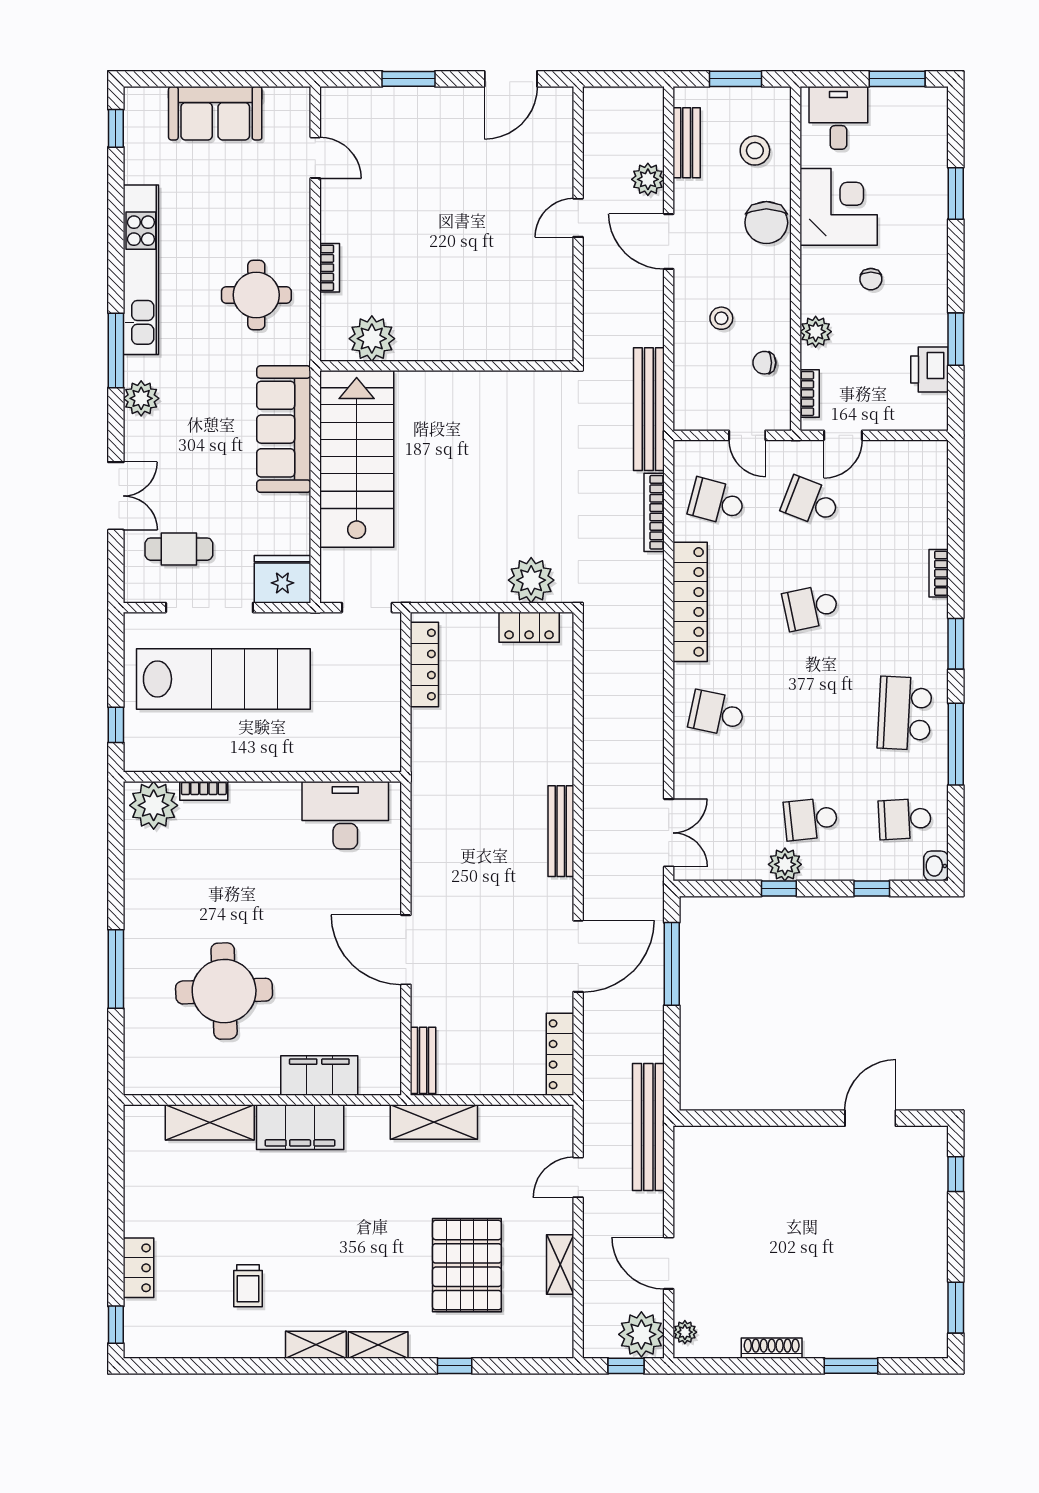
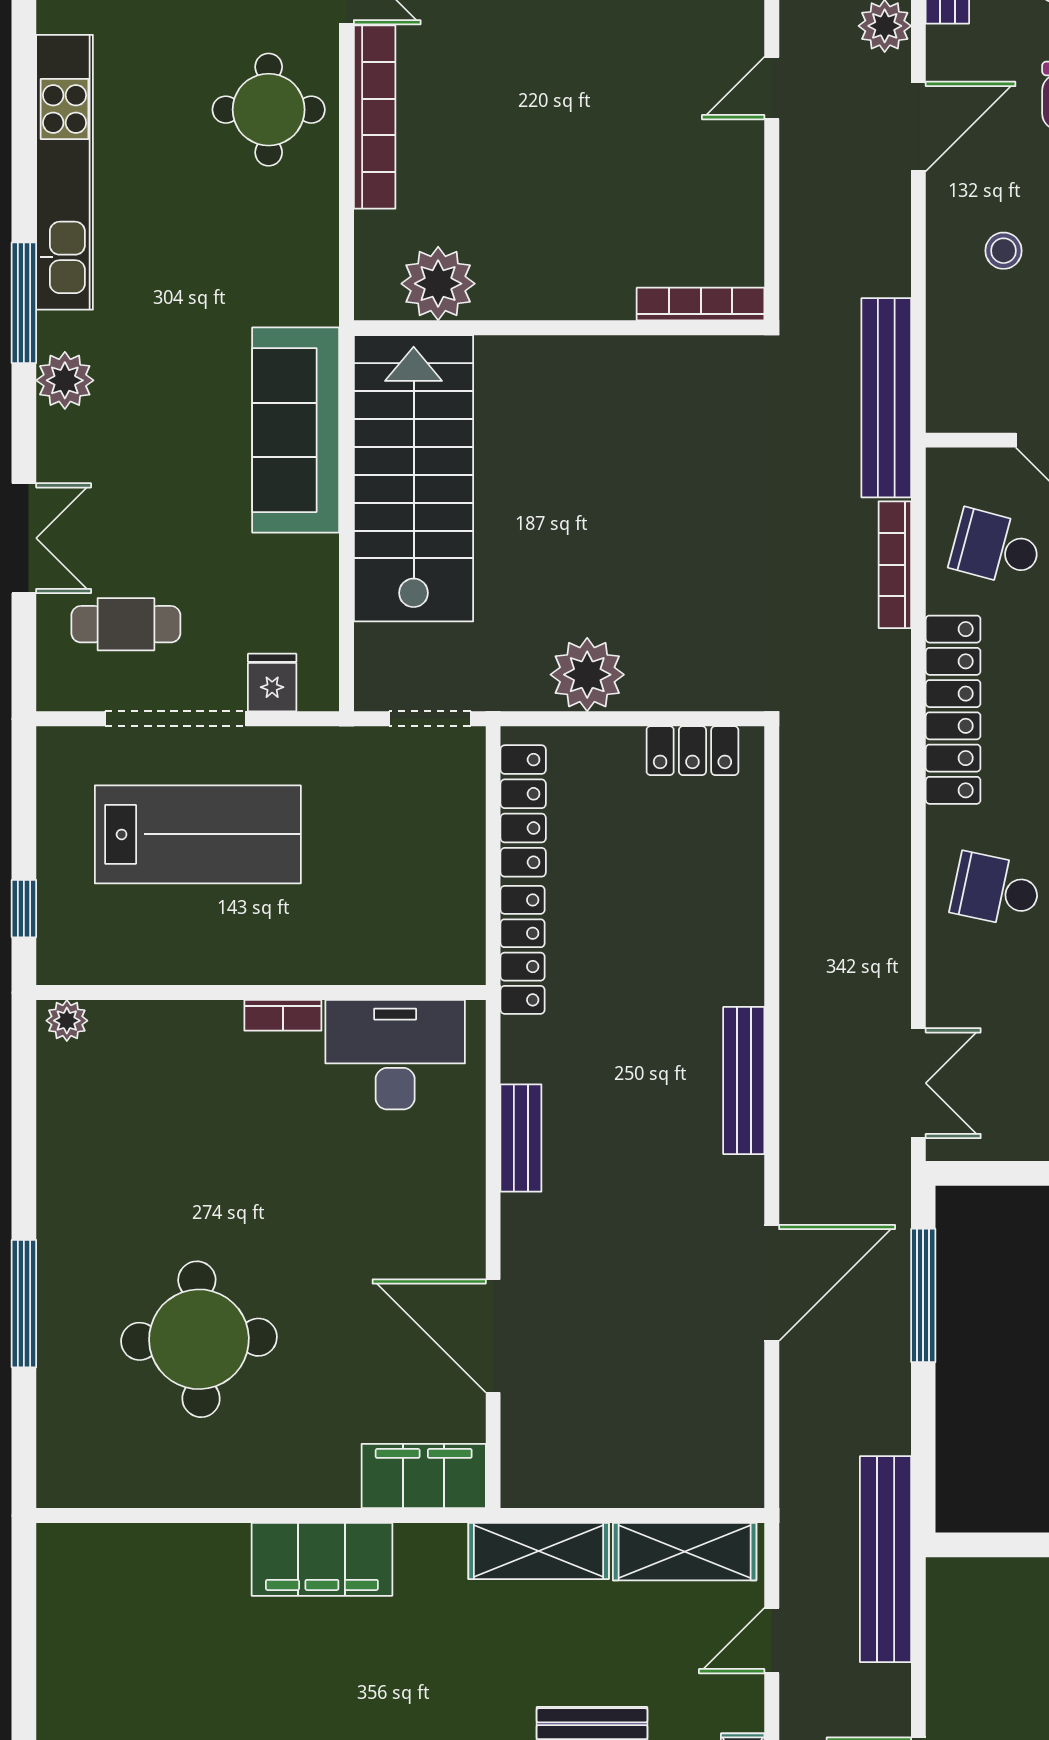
door: (669, 242) -> (918, 127), swing flipped
bookcase: (330, 268) -> (375, 117), width x2.31, depth x1.31
round table: (256, 295) -> (269, 110), moved
bookcase: (534, 351) -> (701, 304), added
fridge: (282, 579) -> (272, 683), width x0.53, depth x0.75
plant: (531, 580) -> (587, 675), moved
lab bench: (223, 679) -> (198, 834), width x0.73
bookcase: (204, 791) -> (283, 1015), moved
plant: (154, 805) -> (67, 1021), width x0.53, depth x0.53
door: (406, 950) -> (493, 1336), moved
locker: (560, 1054) -> (523, 950), moved, turned 180
bench: (423, 1060) -> (521, 1138), moved
filing cabinet: (319, 1076) -> (424, 1476), moved
shelving: (210, 1122) -> (685, 1552), moved

